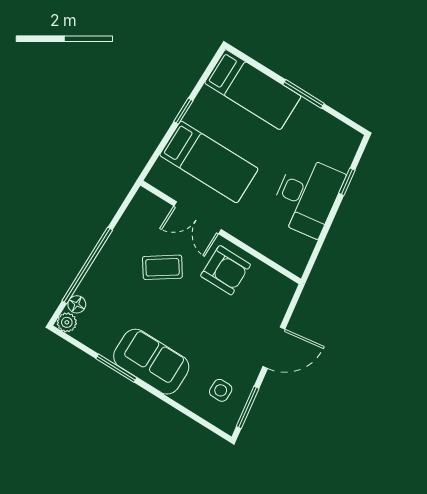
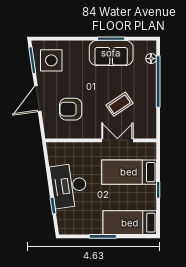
armchair: (226, 270) -> (71, 109), moved
plant: (67, 322) -> (151, 46), removed
sofa: (151, 362) -> (111, 53), moved
side table: (221, 390) -> (51, 60), width x1.87, depth x1.87

